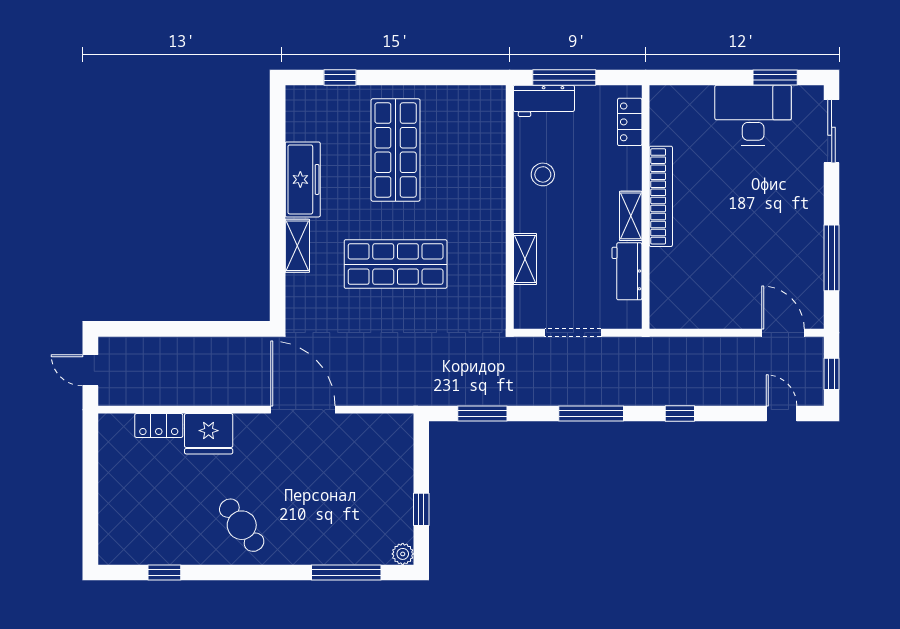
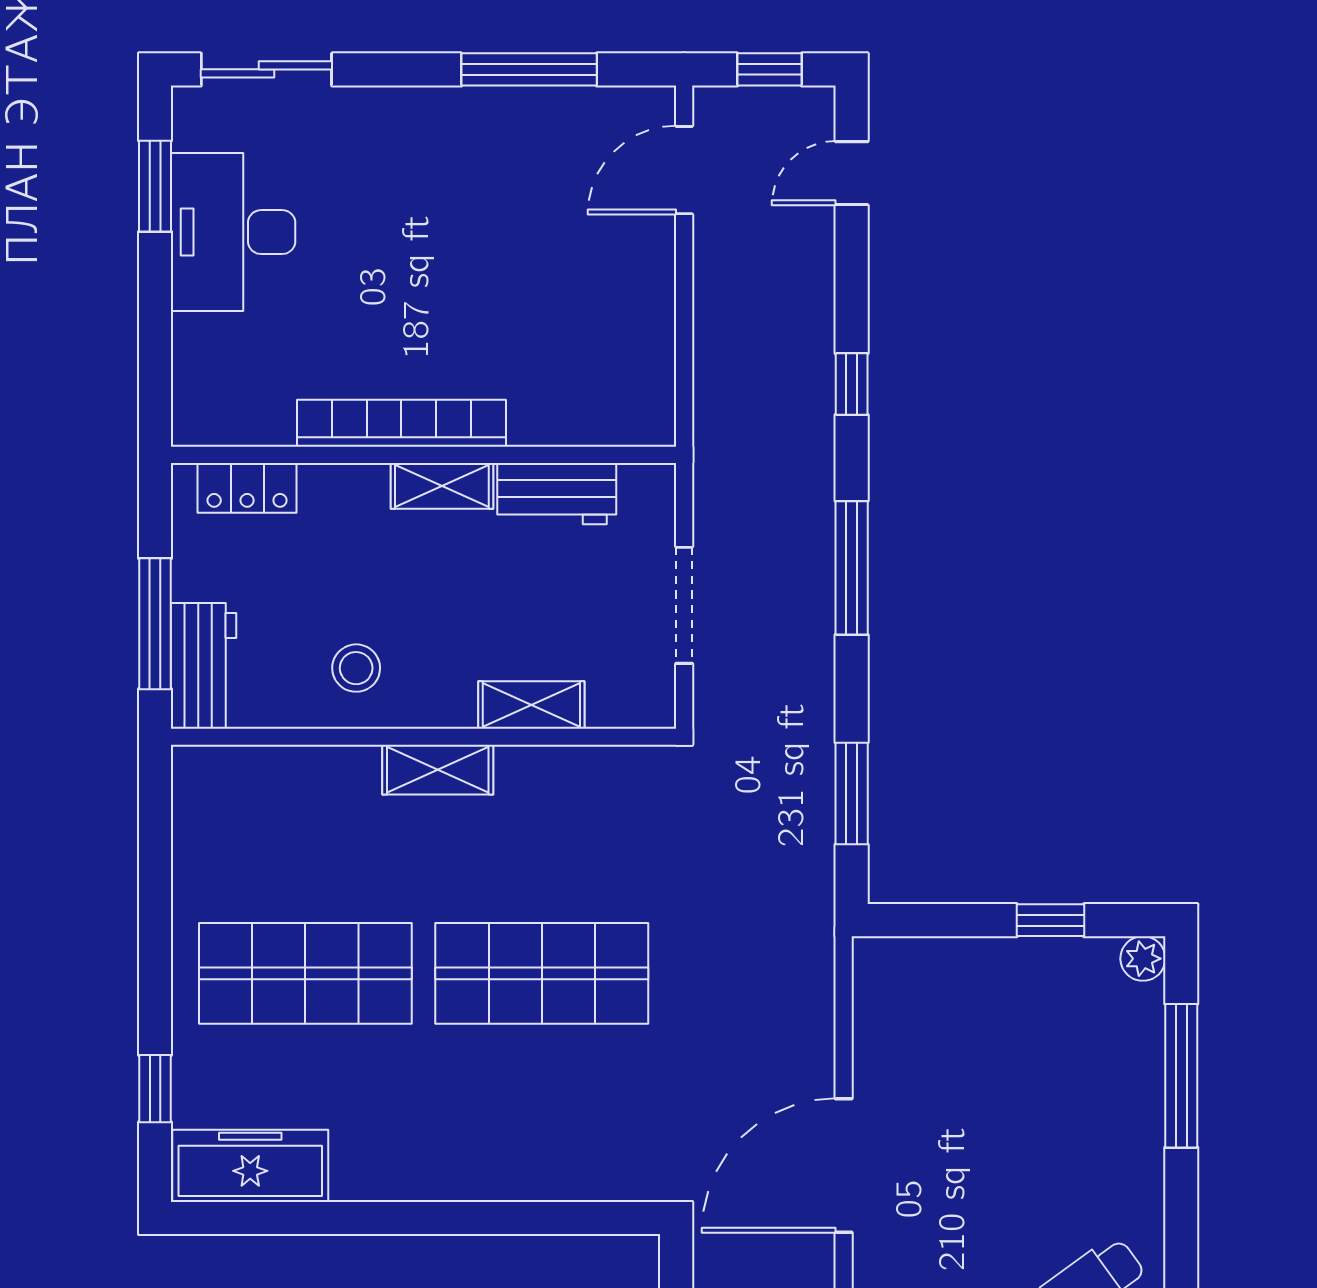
freezer: (303, 179) -> (250, 1166), moved
shelving: (297, 246) -> (438, 770), moved
shop shelf: (396, 264) -> (542, 973), turned 90

